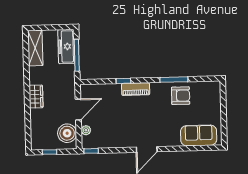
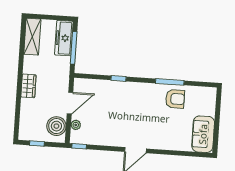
piano: (136, 89) -> (130, 88), removed
sofa: (199, 135) -> (203, 134), moved, turned -90

